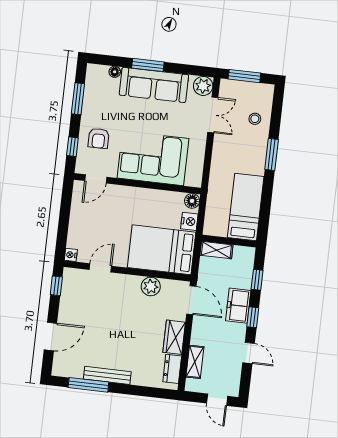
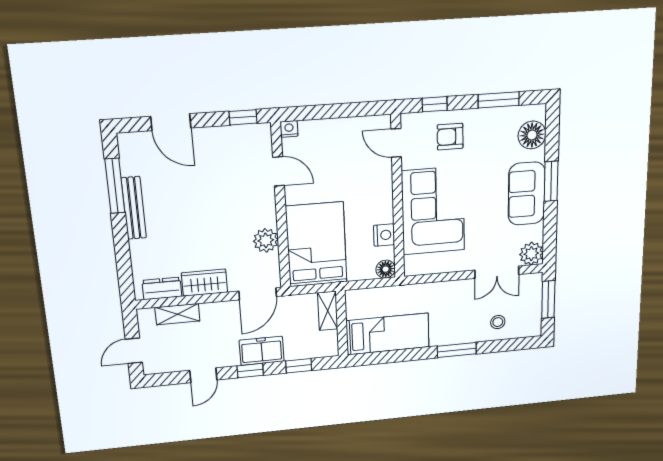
floor lamp: (115, 72) -> (532, 135), width x1.89, depth x1.89
sofa: (154, 85) -> (527, 194), width x0.73
nightstand: (189, 221) -> (384, 235), moved, turned -90

